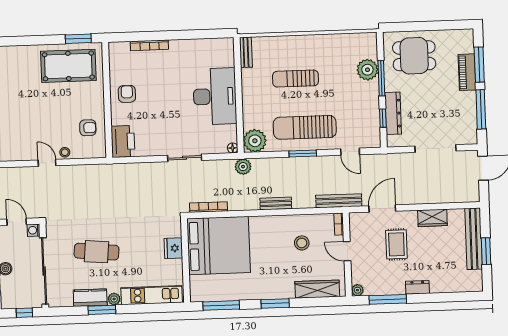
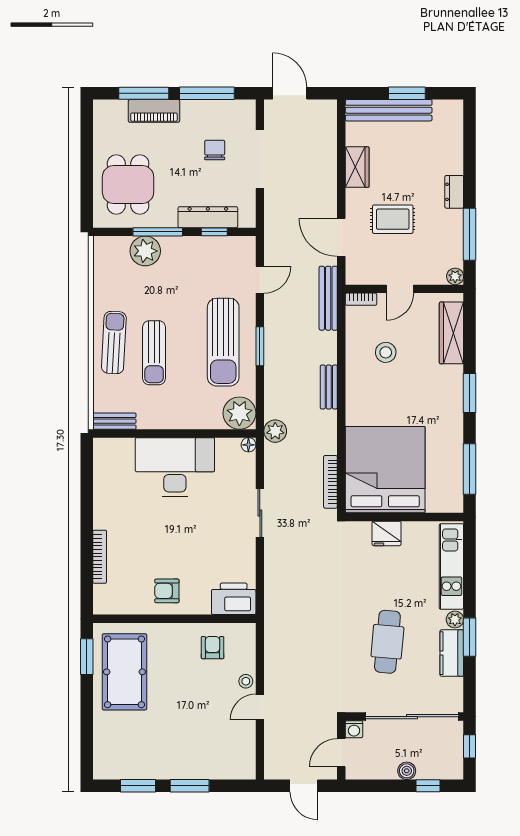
sun lounger: (302, 50) -> (114, 342), added
chair: (441, 116) -> (215, 150), added

